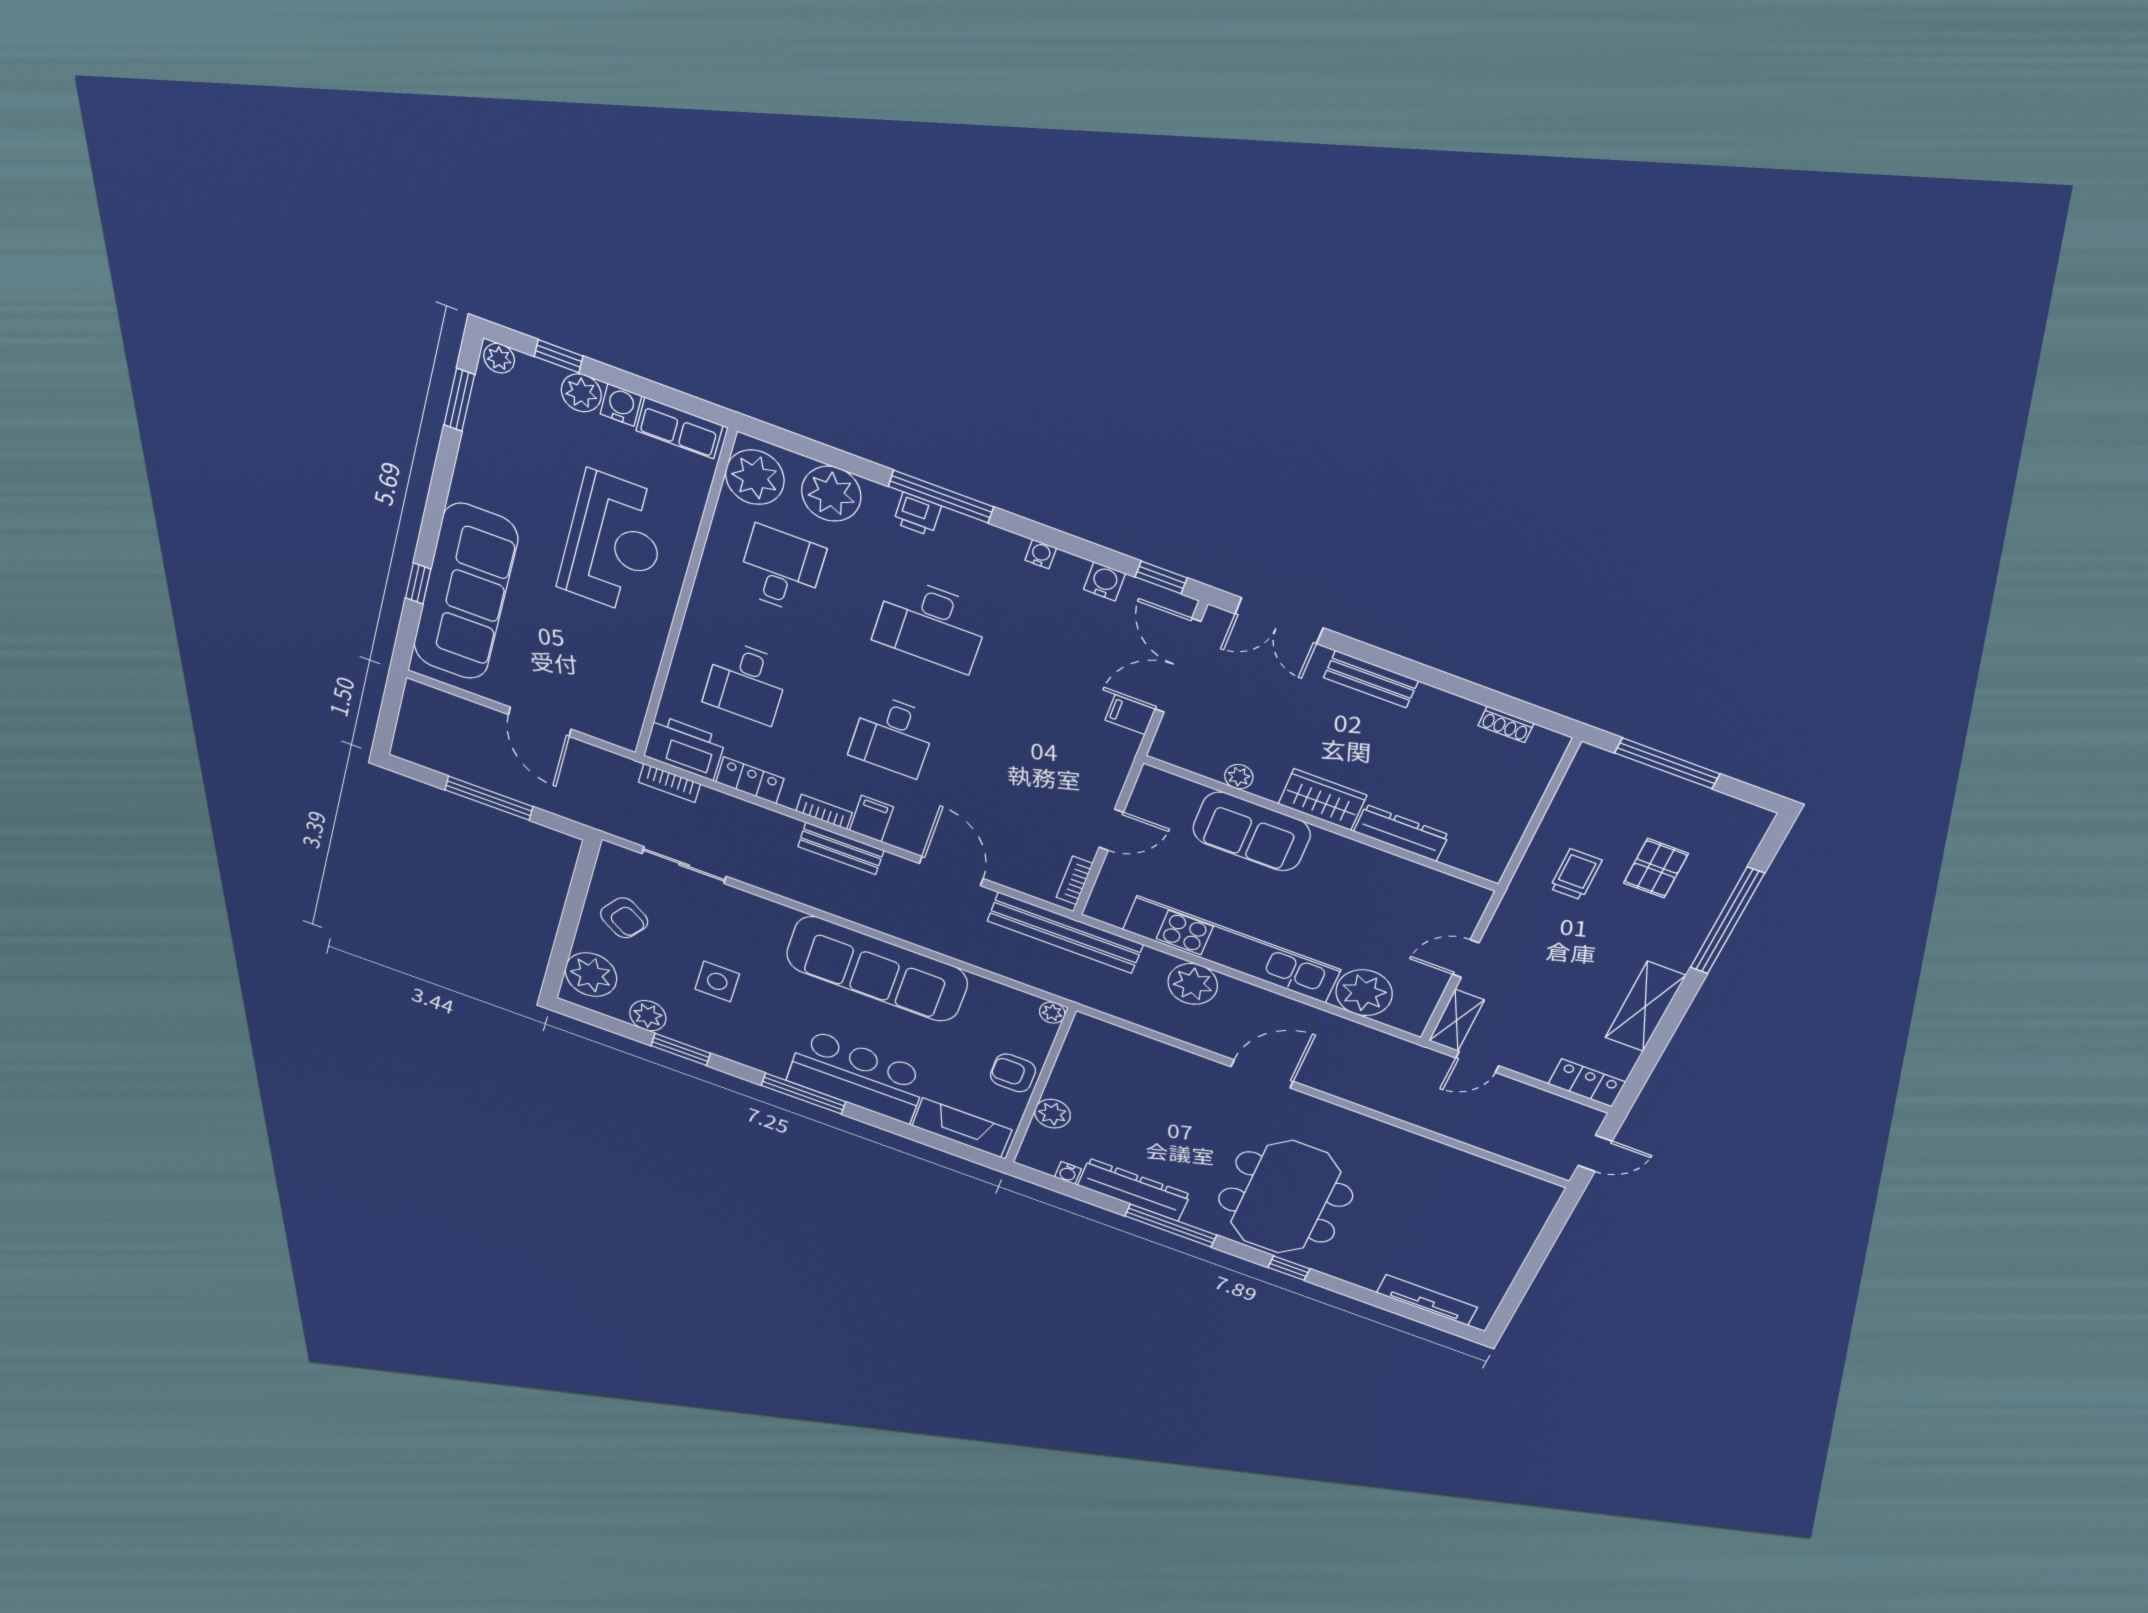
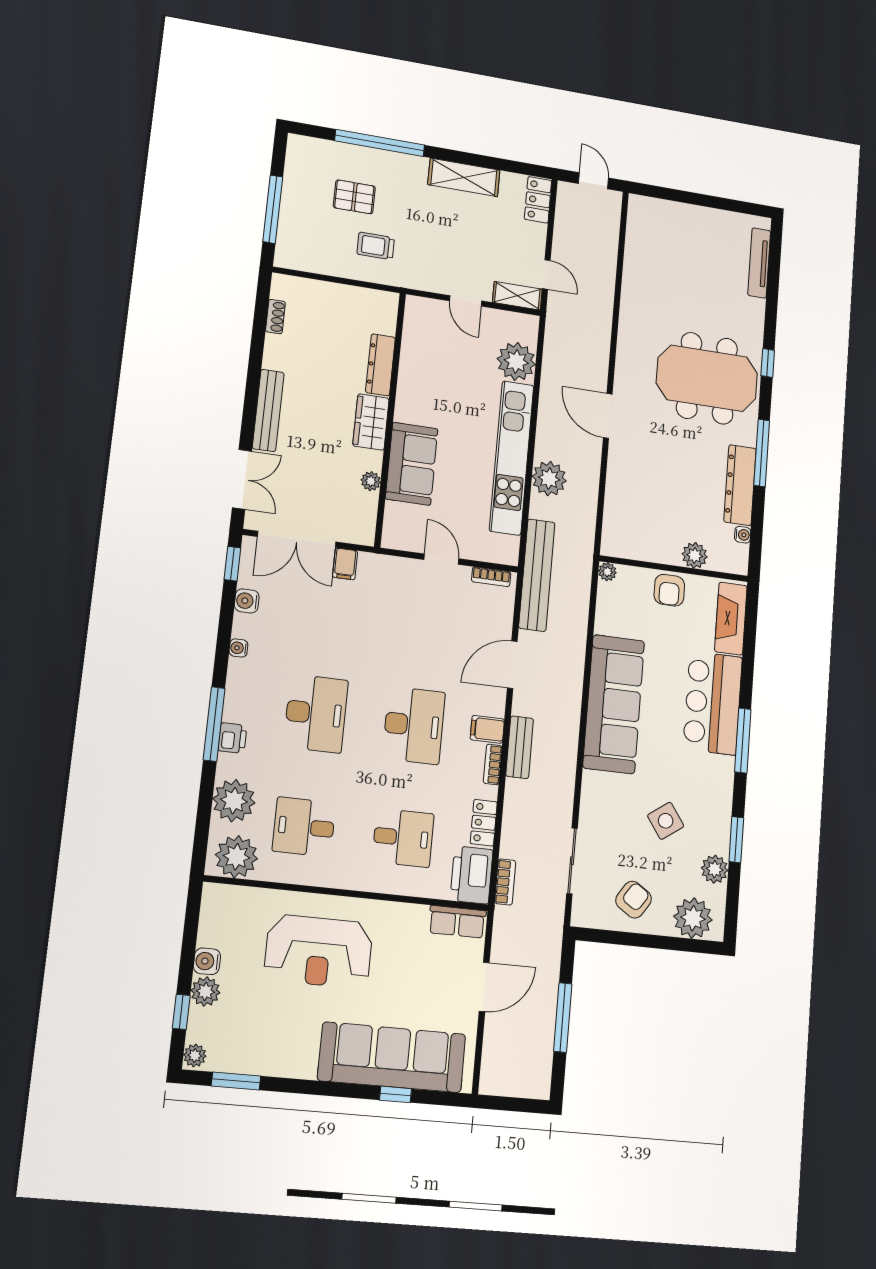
row of seats: (679, 428) -> (457, 922), moved, turned 90
reception desk: (614, 543) -> (319, 951), turned 180
bench: (1371, 679) -> (268, 410), width x1.36
desk: (893, 736) -> (414, 725), width x1.37
side table: (717, 981) -> (666, 821), turned -35

